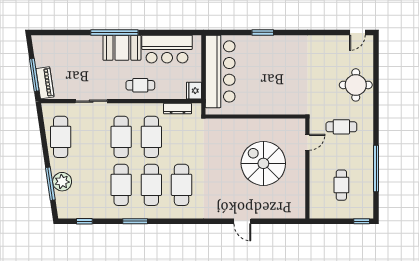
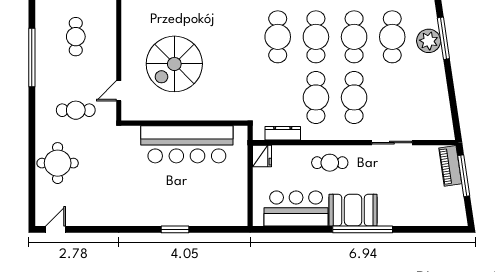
bar counter: (220, 71) -> (187, 144), moved, turned -90
cafe table: (61, 137) -> (392, 37), moved
spiral stairs: (263, 163) -> (174, 64), turned 90

